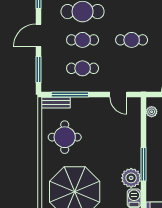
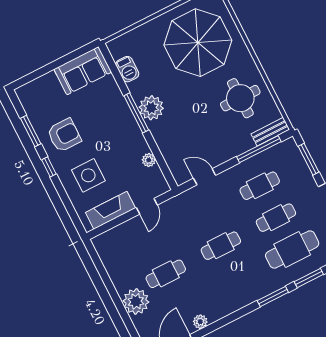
plant: (152, 112) -> (149, 160), moved
plant: (131, 178) -> (151, 108), moved

